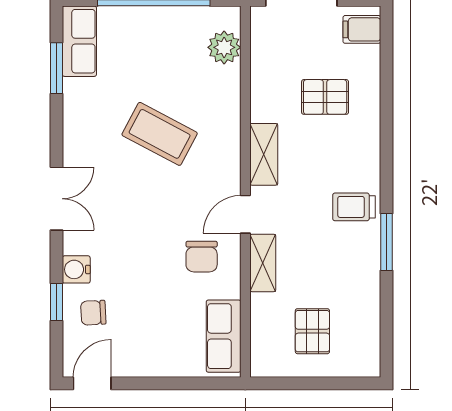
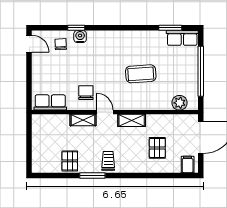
coffee table: (160, 134) -> (141, 74), turned 58
double door: (57, 199) -> (112, 28), removed
chair: (202, 257) -> (86, 93), turned 90
window: (57, 302) -> (76, 28), moved
pallet: (312, 331) -> (70, 161), moved, turned 90

